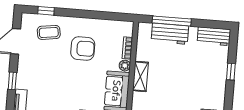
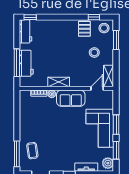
window: (46, 11) -> (17, 154), width x2.17
armchair: (83, 48) -> (42, 125), removed
window: (231, 72) -> (30, 17), moved

